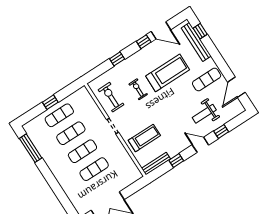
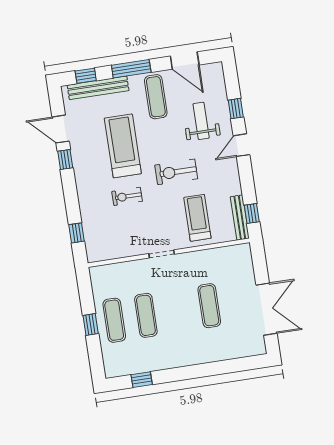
door: (161, 31) -> (61, 129), swing flipped
window: (217, 57) -> (131, 69), added
window: (117, 59) -> (77, 233), moved
exercise bike: (111, 97) -> (176, 172), moved
weight bench: (204, 114) -> (201, 121), turned 180
window: (31, 148) -> (142, 380), width x0.46
exercise mat: (82, 151) -> (178, 311), removed
window: (176, 161) -> (252, 213), moved

